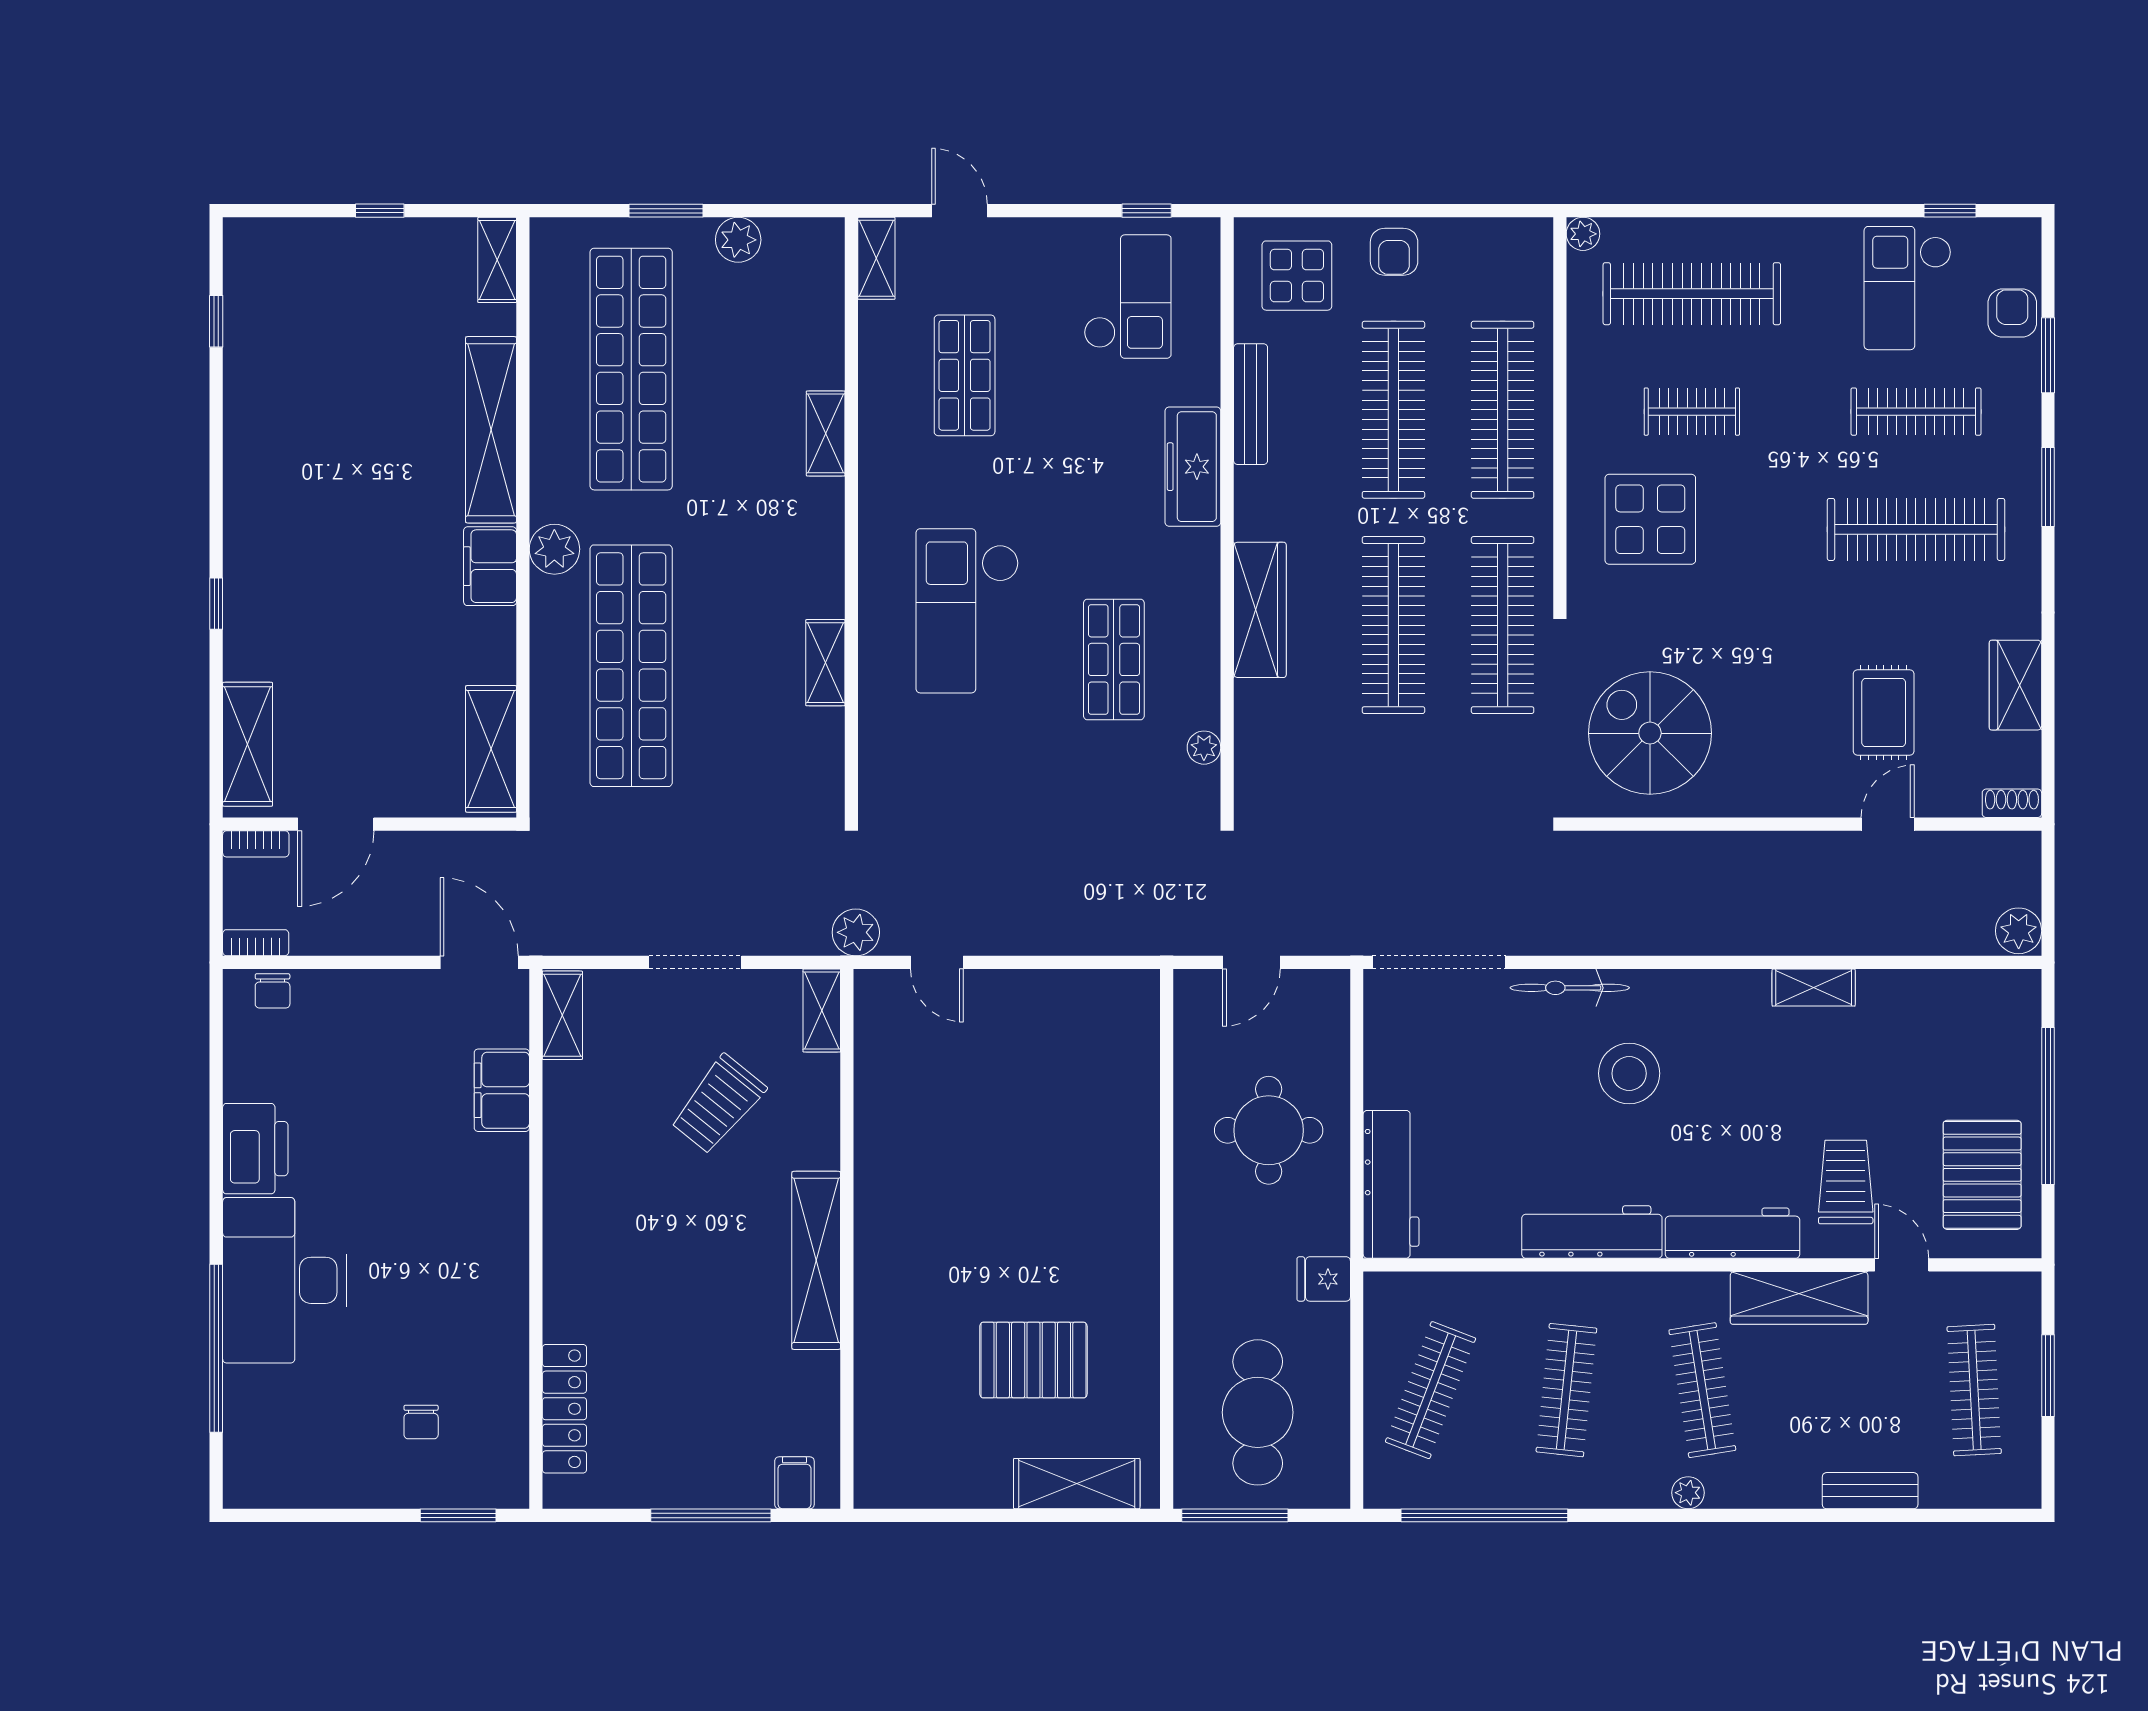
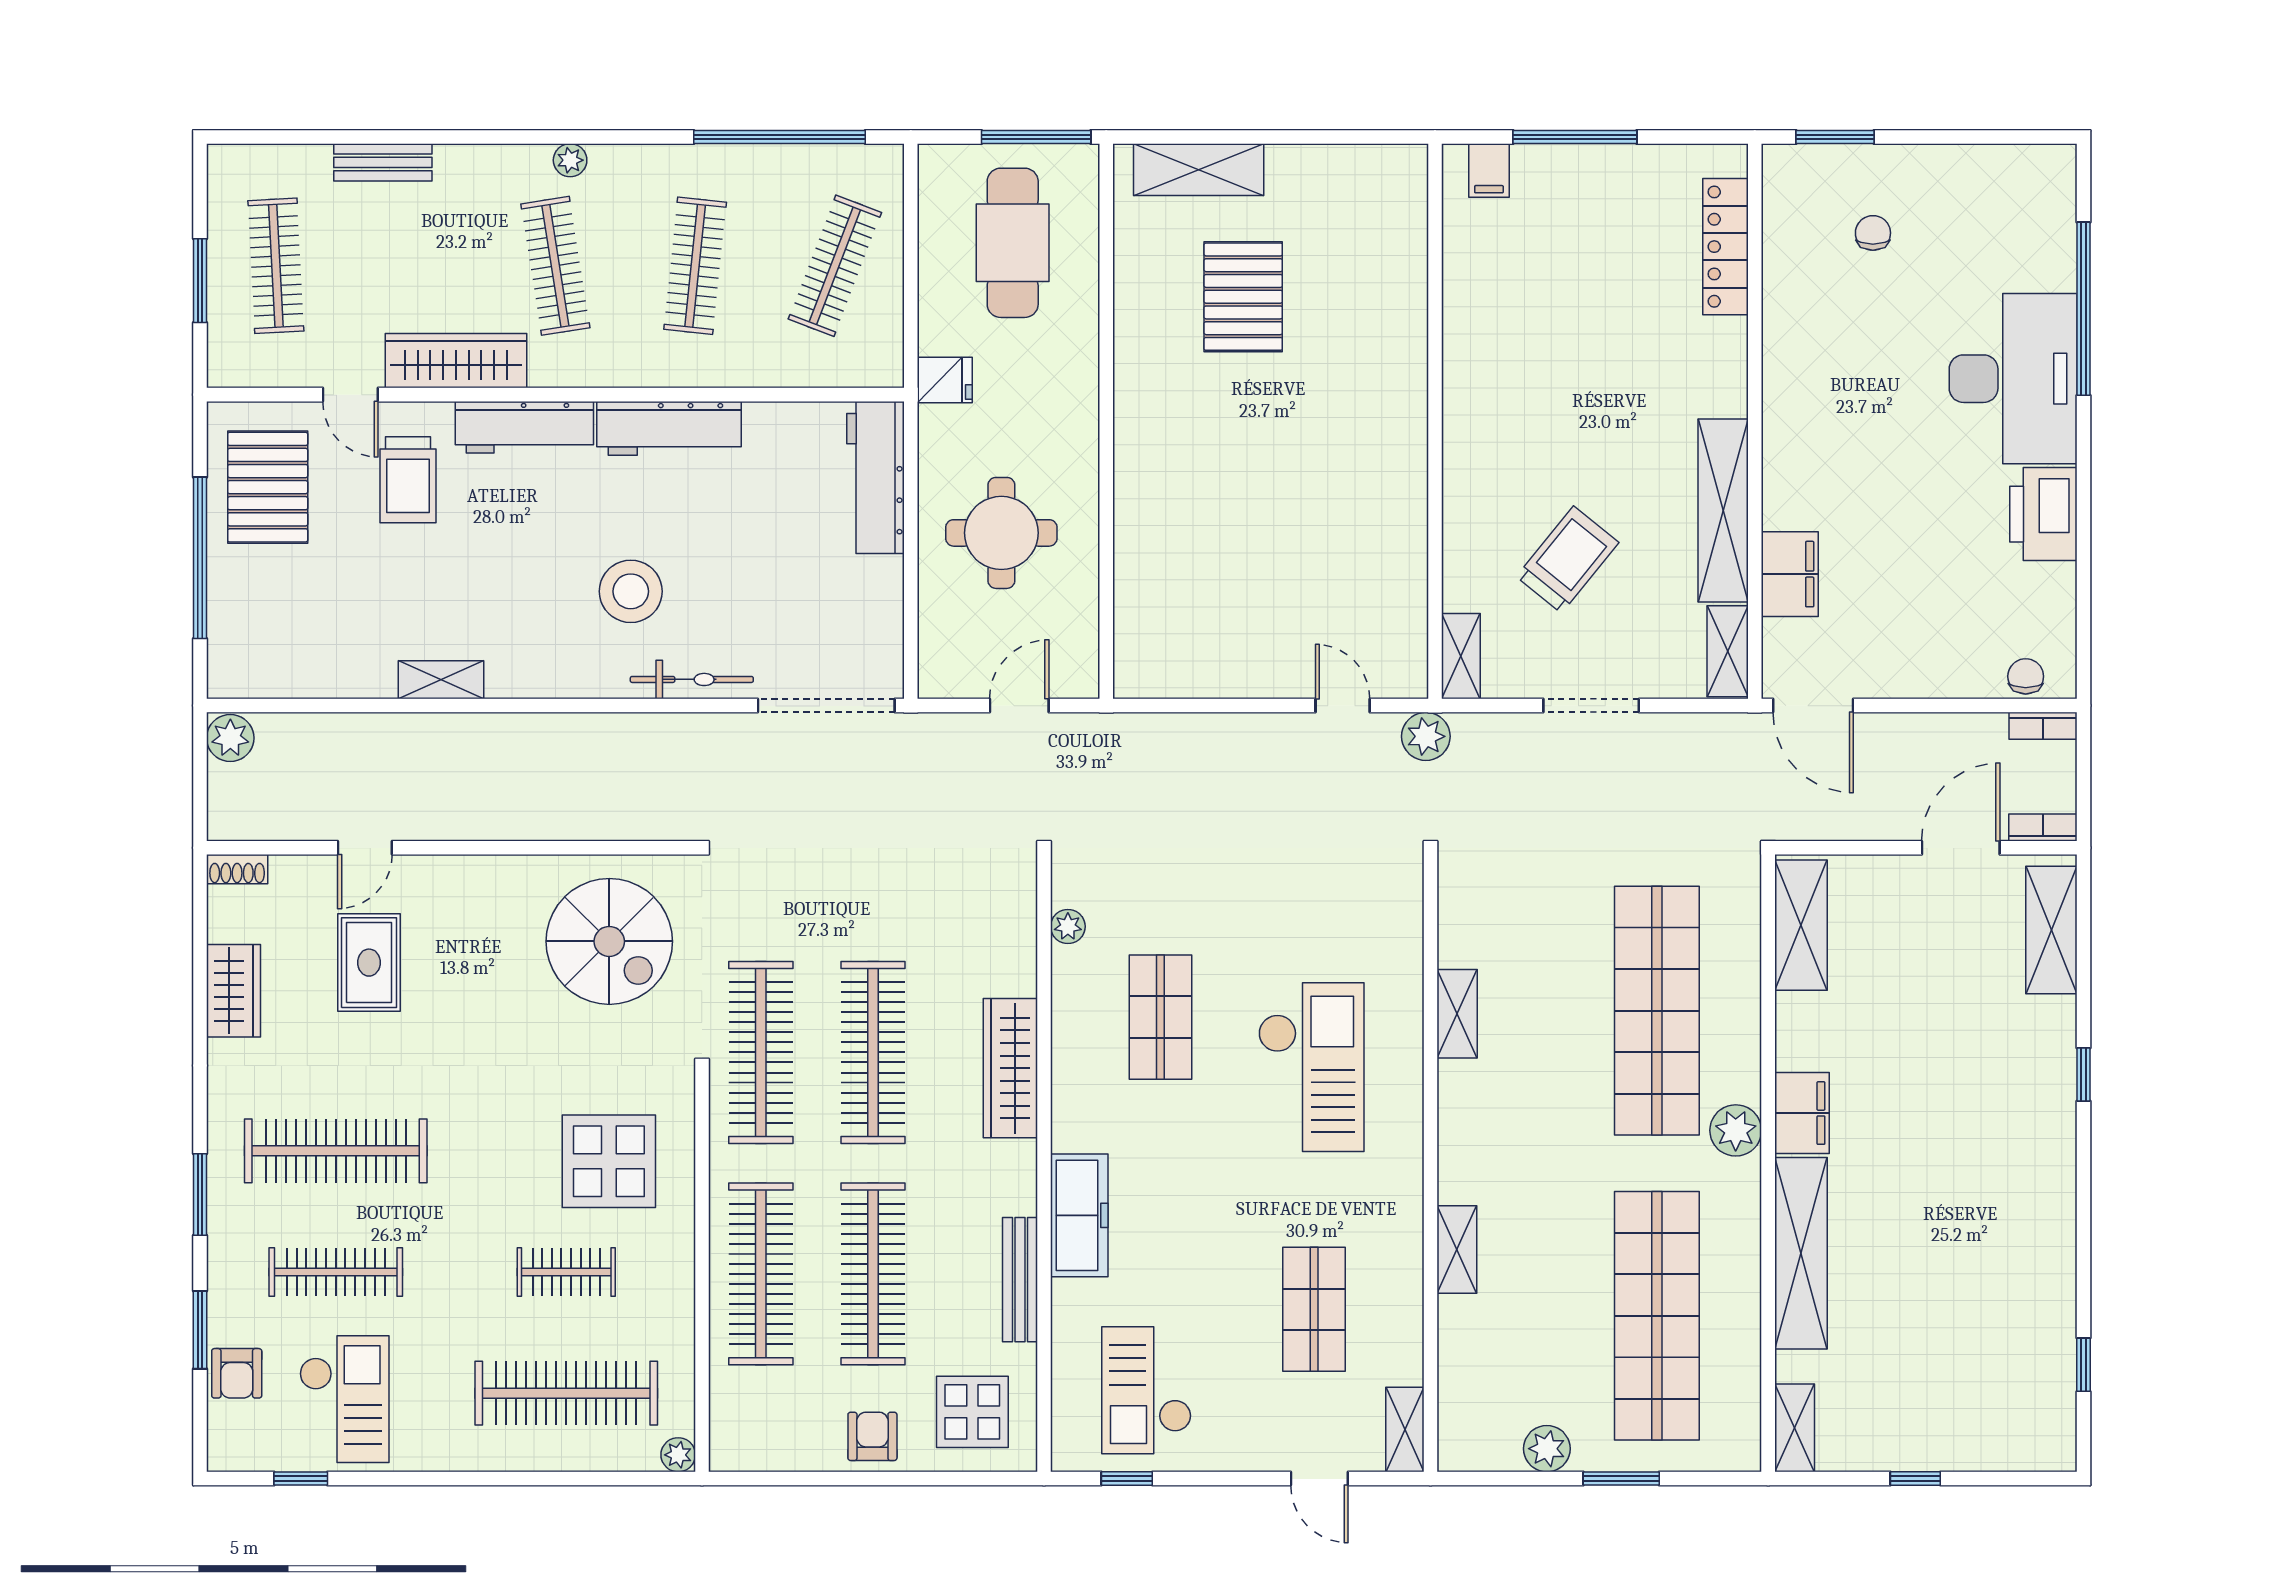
shelving: (816, 1260) -> (1723, 510), moved
pallet: (1033, 1360) -> (1243, 297), turned 90

